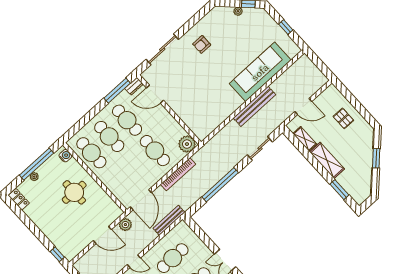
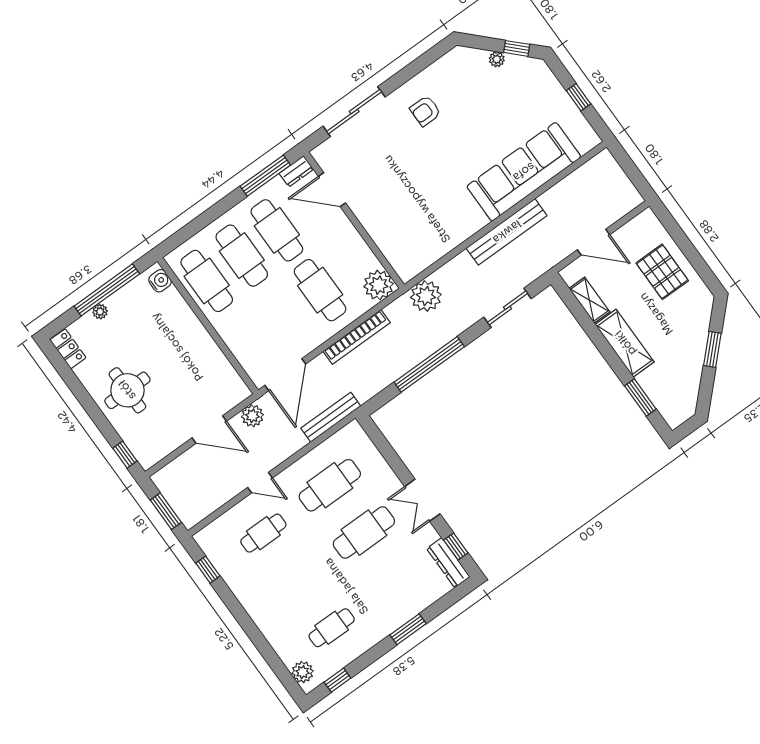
pallet: (343, 118) -> (662, 272), width x1.50, depth x1.42
plant: (214, 147) -> (426, 296), added
round table: (74, 192) -> (127, 390), moved

